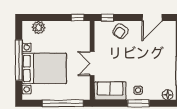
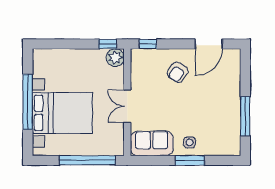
plant: (39, 28) -> (115, 57), moved
armchair: (120, 31) -> (178, 72), moved
floor lamp: (168, 95) -> (230, 149), removed

